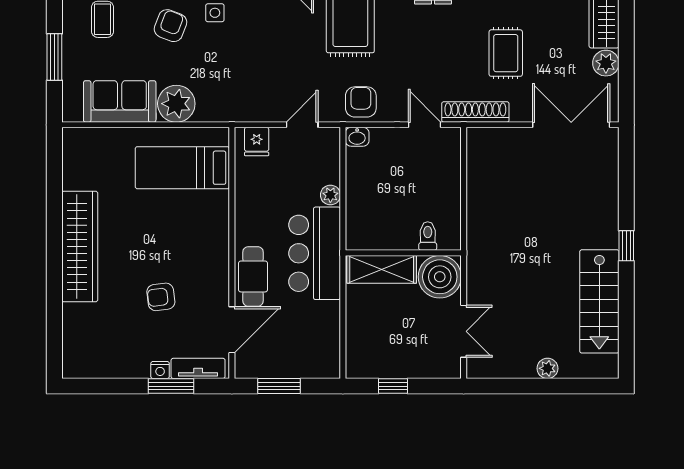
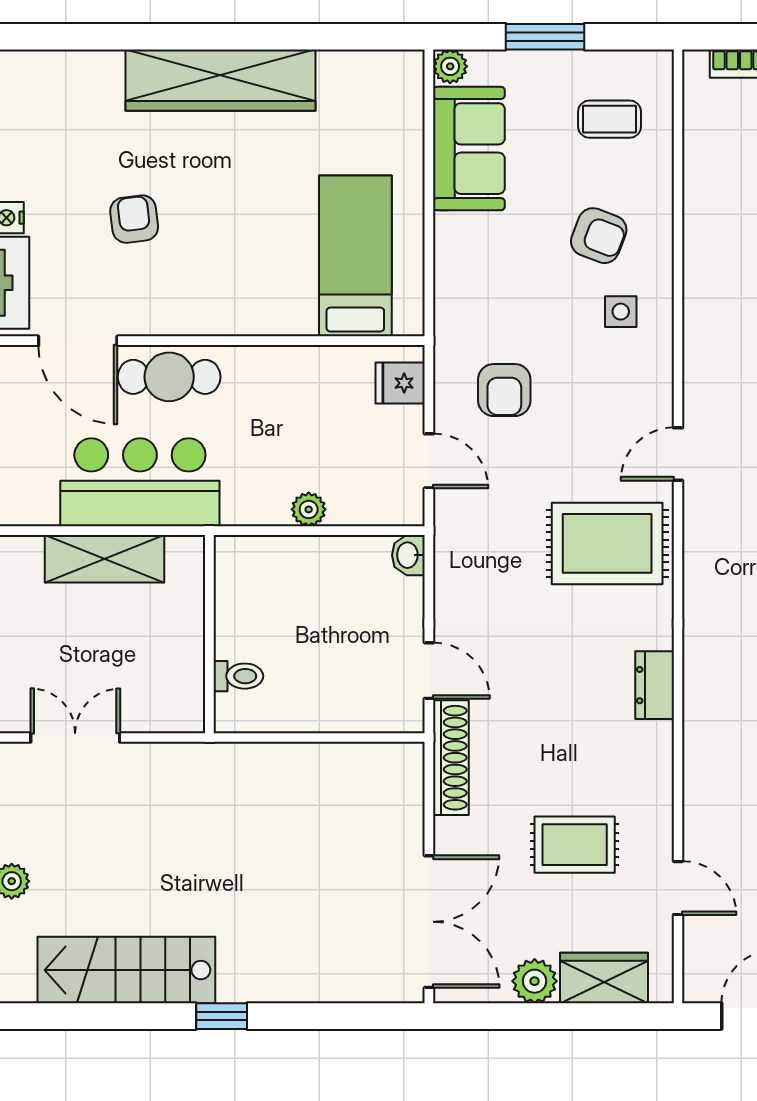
rug: (506, 53) -> (575, 845), moved
armchair: (361, 102) -> (504, 390), moved, turned 90
plant: (176, 104) -> (450, 66), moved, width x0.53, depth x0.53
door: (425, 125) -> (429, 671), hinge flipped
bar counter: (315, 253) -> (140, 482), moved
shelving: (382, 269) -> (104, 559), moved, turned 90
boiler: (440, 277) -> (169, 697), removed
double door: (464, 331) -> (75, 738), swing flipped

